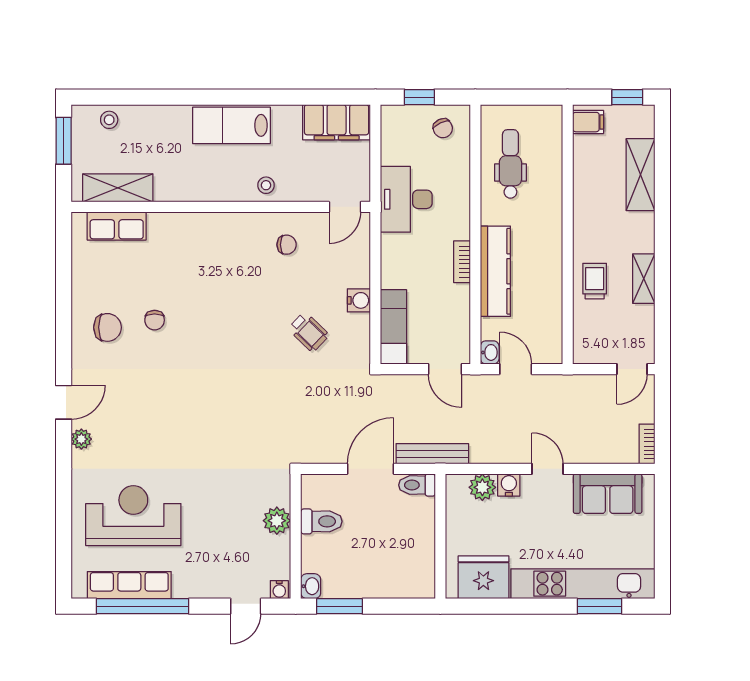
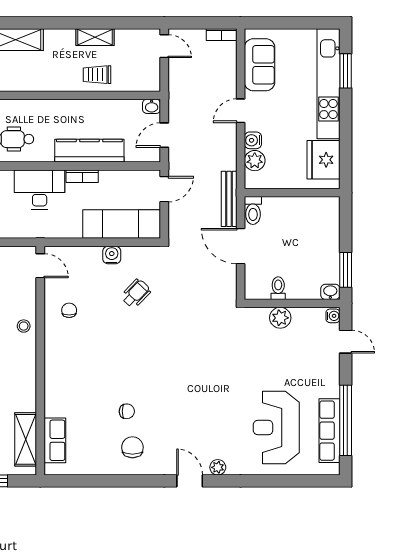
desk: (406, 199) -> (40, 190), moved, turned 180
exam couch: (393, 327) -> (122, 224), width x1.36, depth x1.45
washbasin: (490, 352) -> (152, 106), moved, turned 180
toilet: (321, 521) -> (278, 288), width x0.73, depth x0.72

